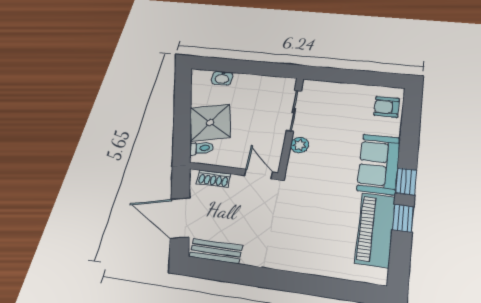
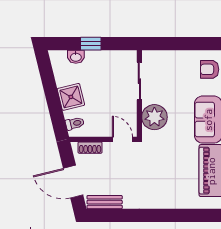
window: (243, 67) -> (91, 44), added
shower: (210, 122) -> (71, 97), width x0.73, depth x0.73
plant: (300, 145) -> (154, 117), width x1.88, depth x1.88

